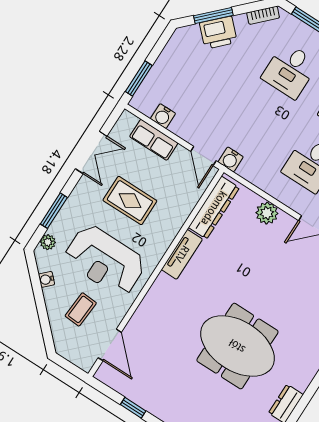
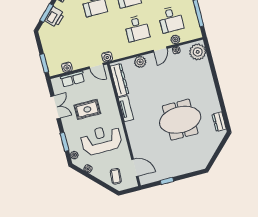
reception desk: (105, 260) -> (101, 140), turned 180
coffee table: (81, 309) -> (116, 176), moved

